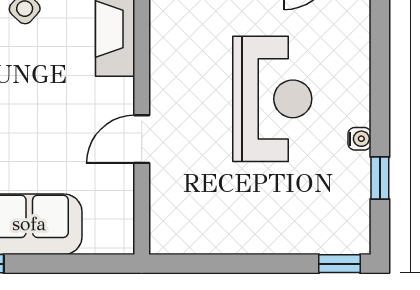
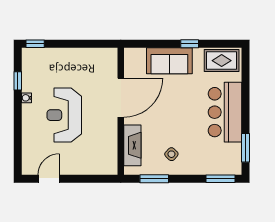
door: (142, 139) -> (121, 98), width x1.88

